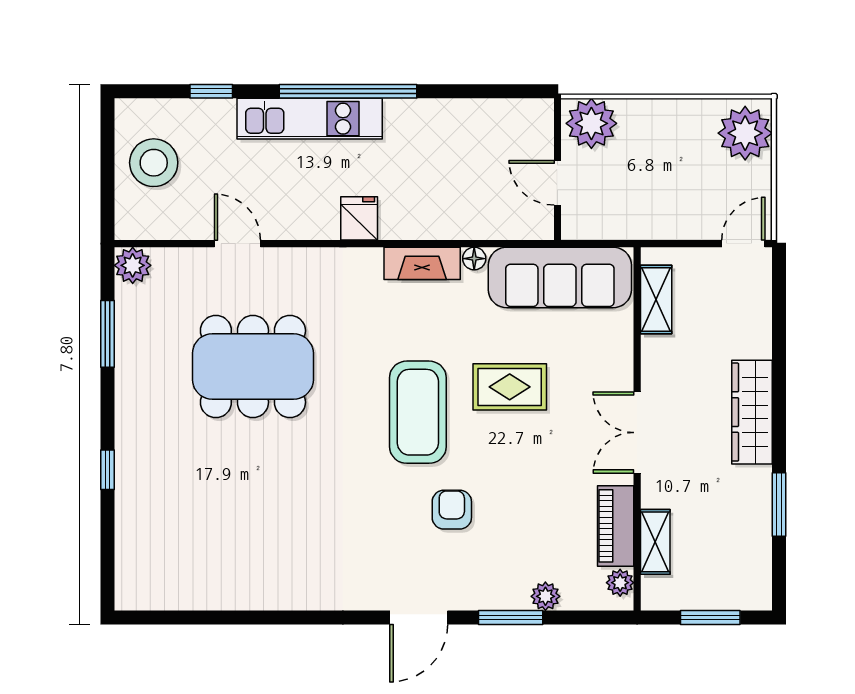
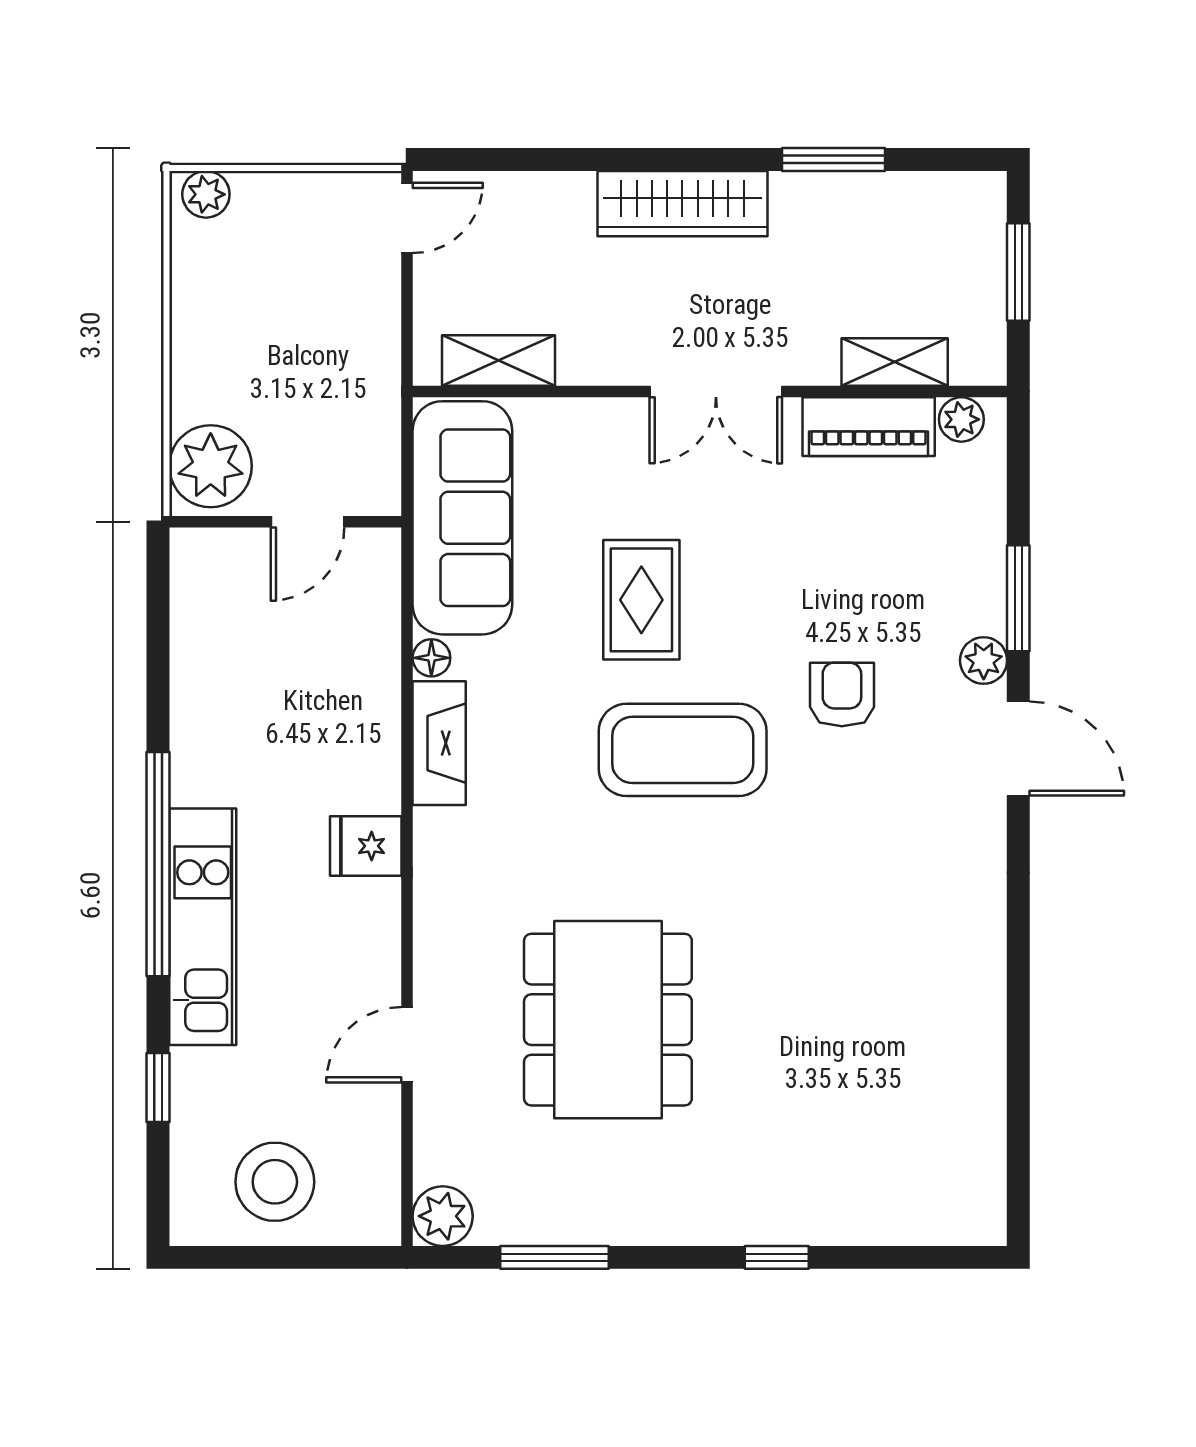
plant: (745, 133) -> (206, 194), width x0.53, depth x0.53
door: (743, 244) -> (407, 218), swing flipped
armchair: (452, 510) -> (842, 694), turned 90
plant: (545, 596) -> (984, 661), moved

